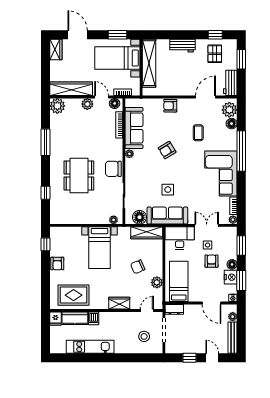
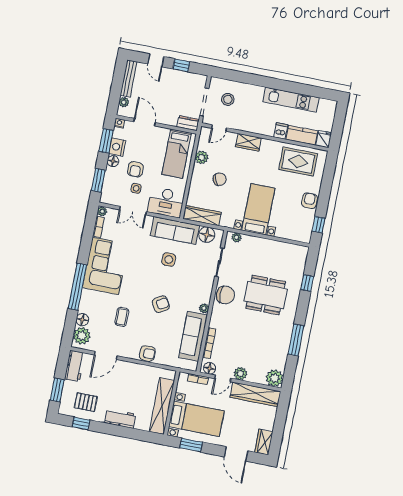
pallet: (215, 54) -> (86, 402), turned 90
door: (102, 97) -> (223, 378), hinge flipped
dining table: (79, 176) -> (266, 295), turned 90

